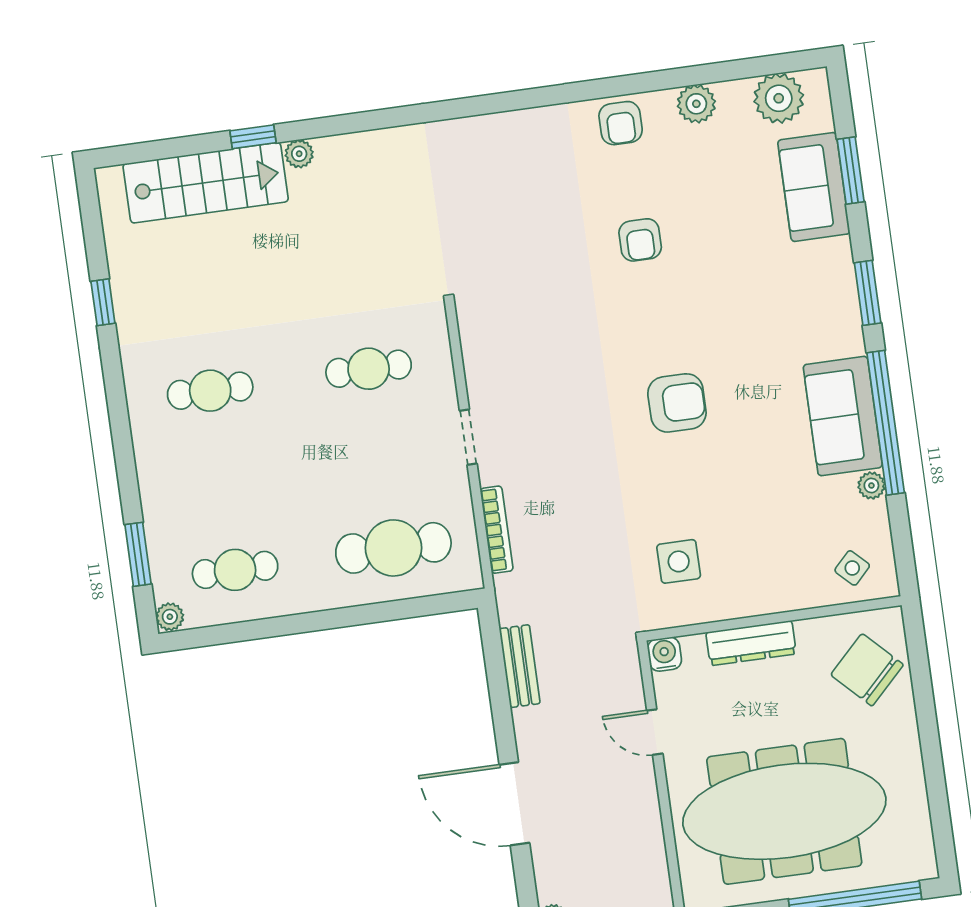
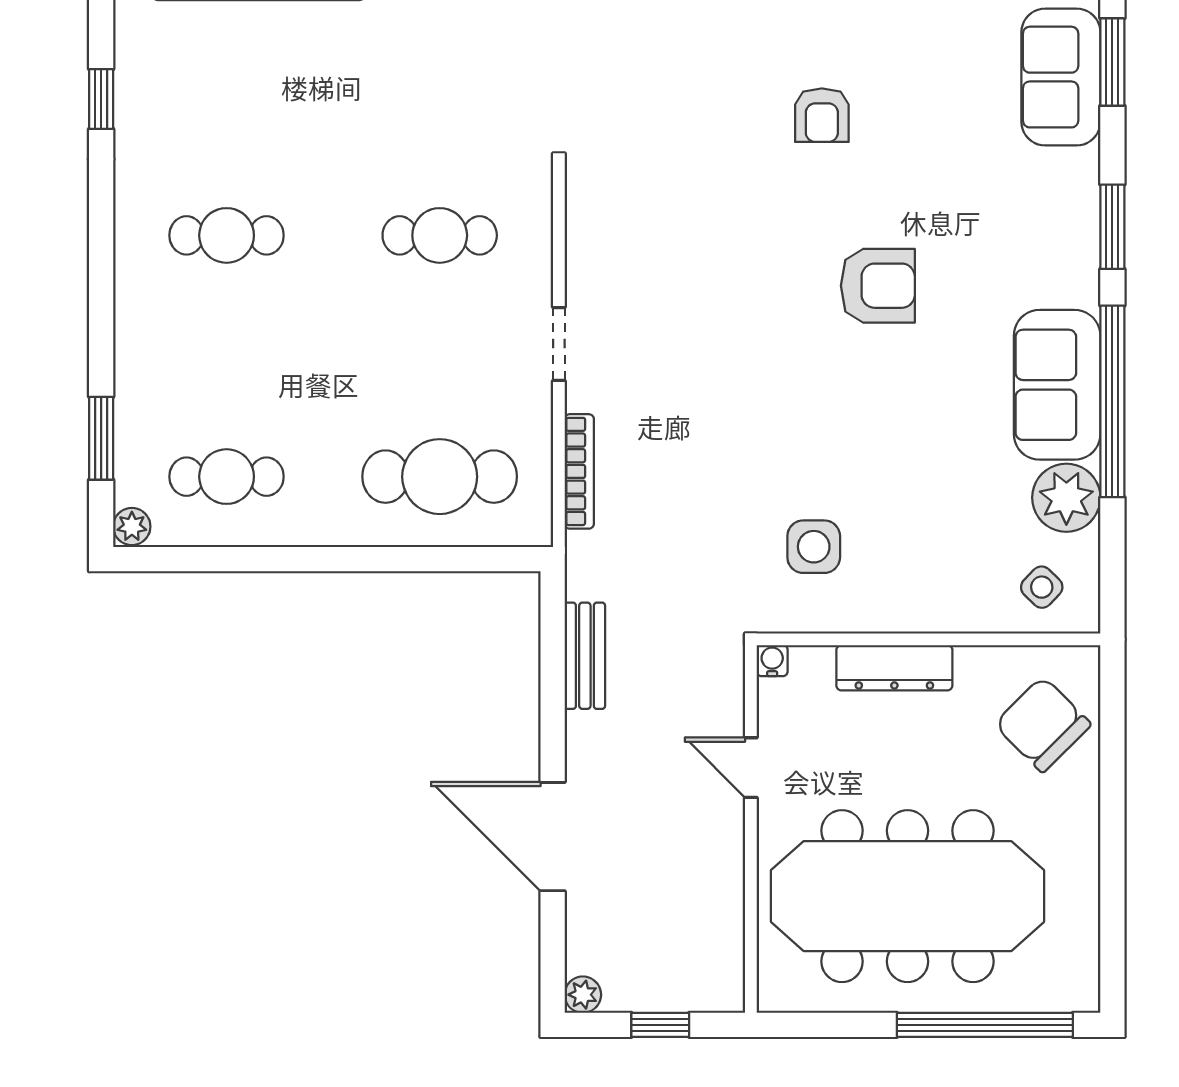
armchair: (677, 403) -> (878, 286), moved
plant: (871, 486) -> (1066, 498), width x1.88, depth x1.88
water cooler: (665, 654) -> (772, 661), width x0.72, depth x0.72

